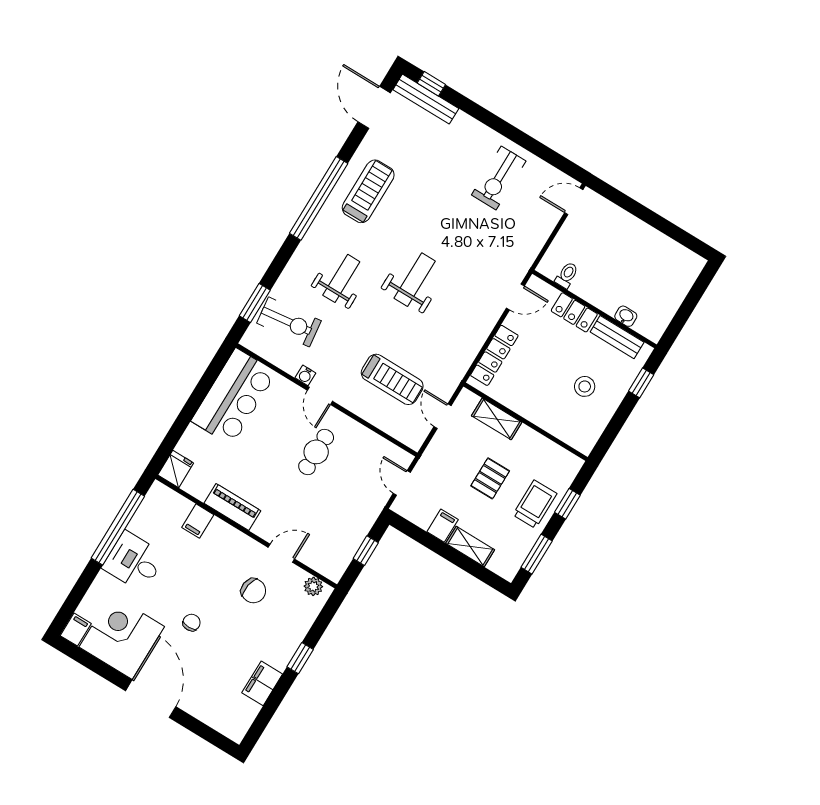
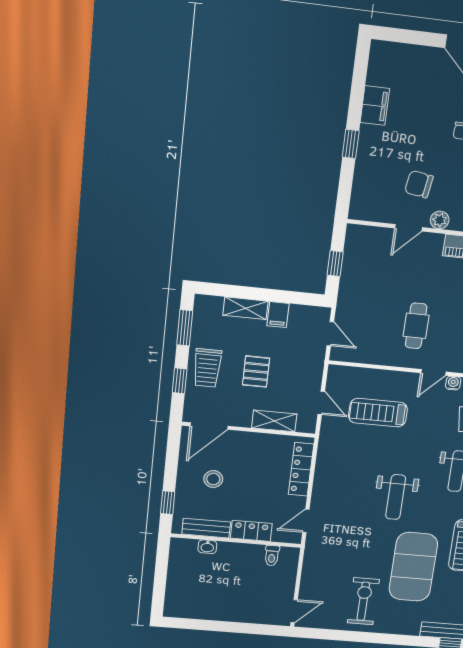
exercise mat: (431, 193) -> (413, 567), added
door: (320, 396) -> (433, 372), swing flipped
door: (562, 444) -> (209, 426), added
plant: (313, 586) -> (440, 220), moved

